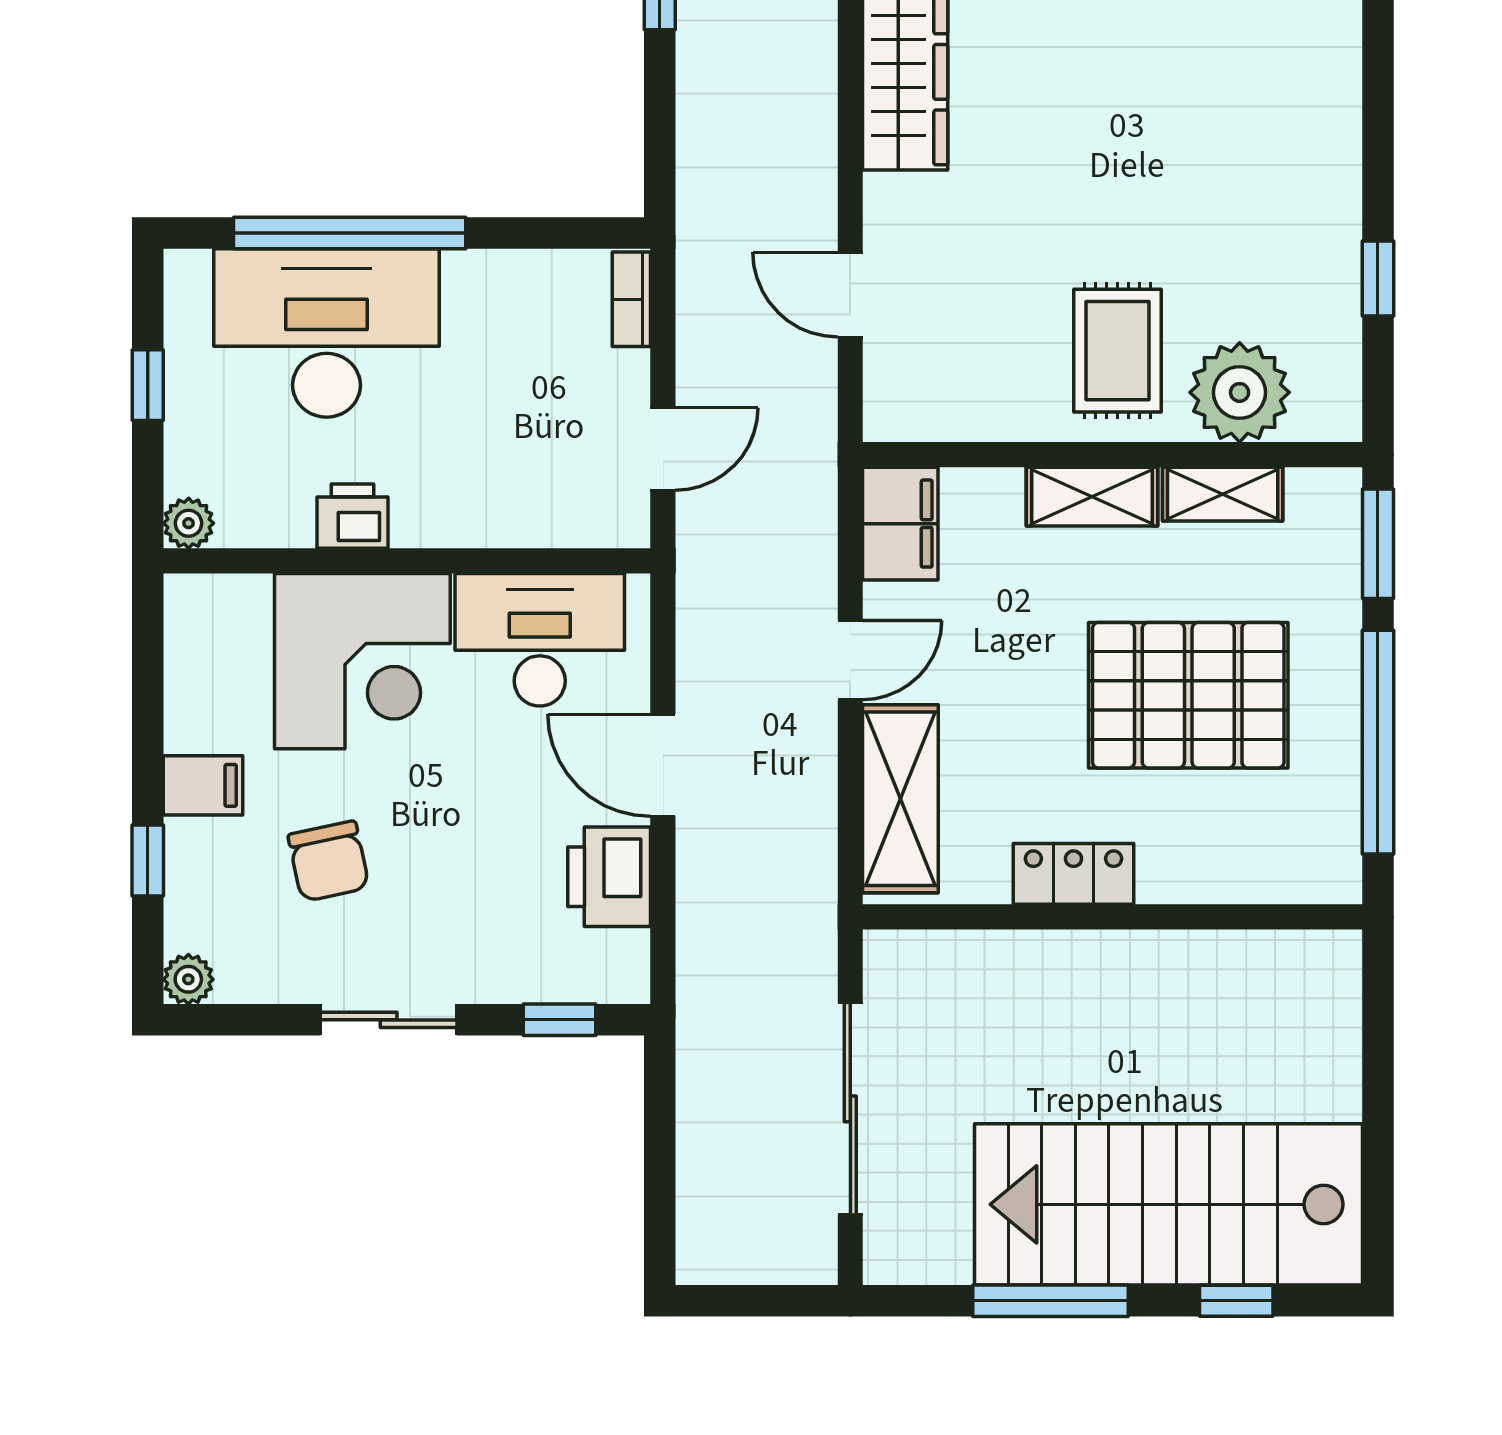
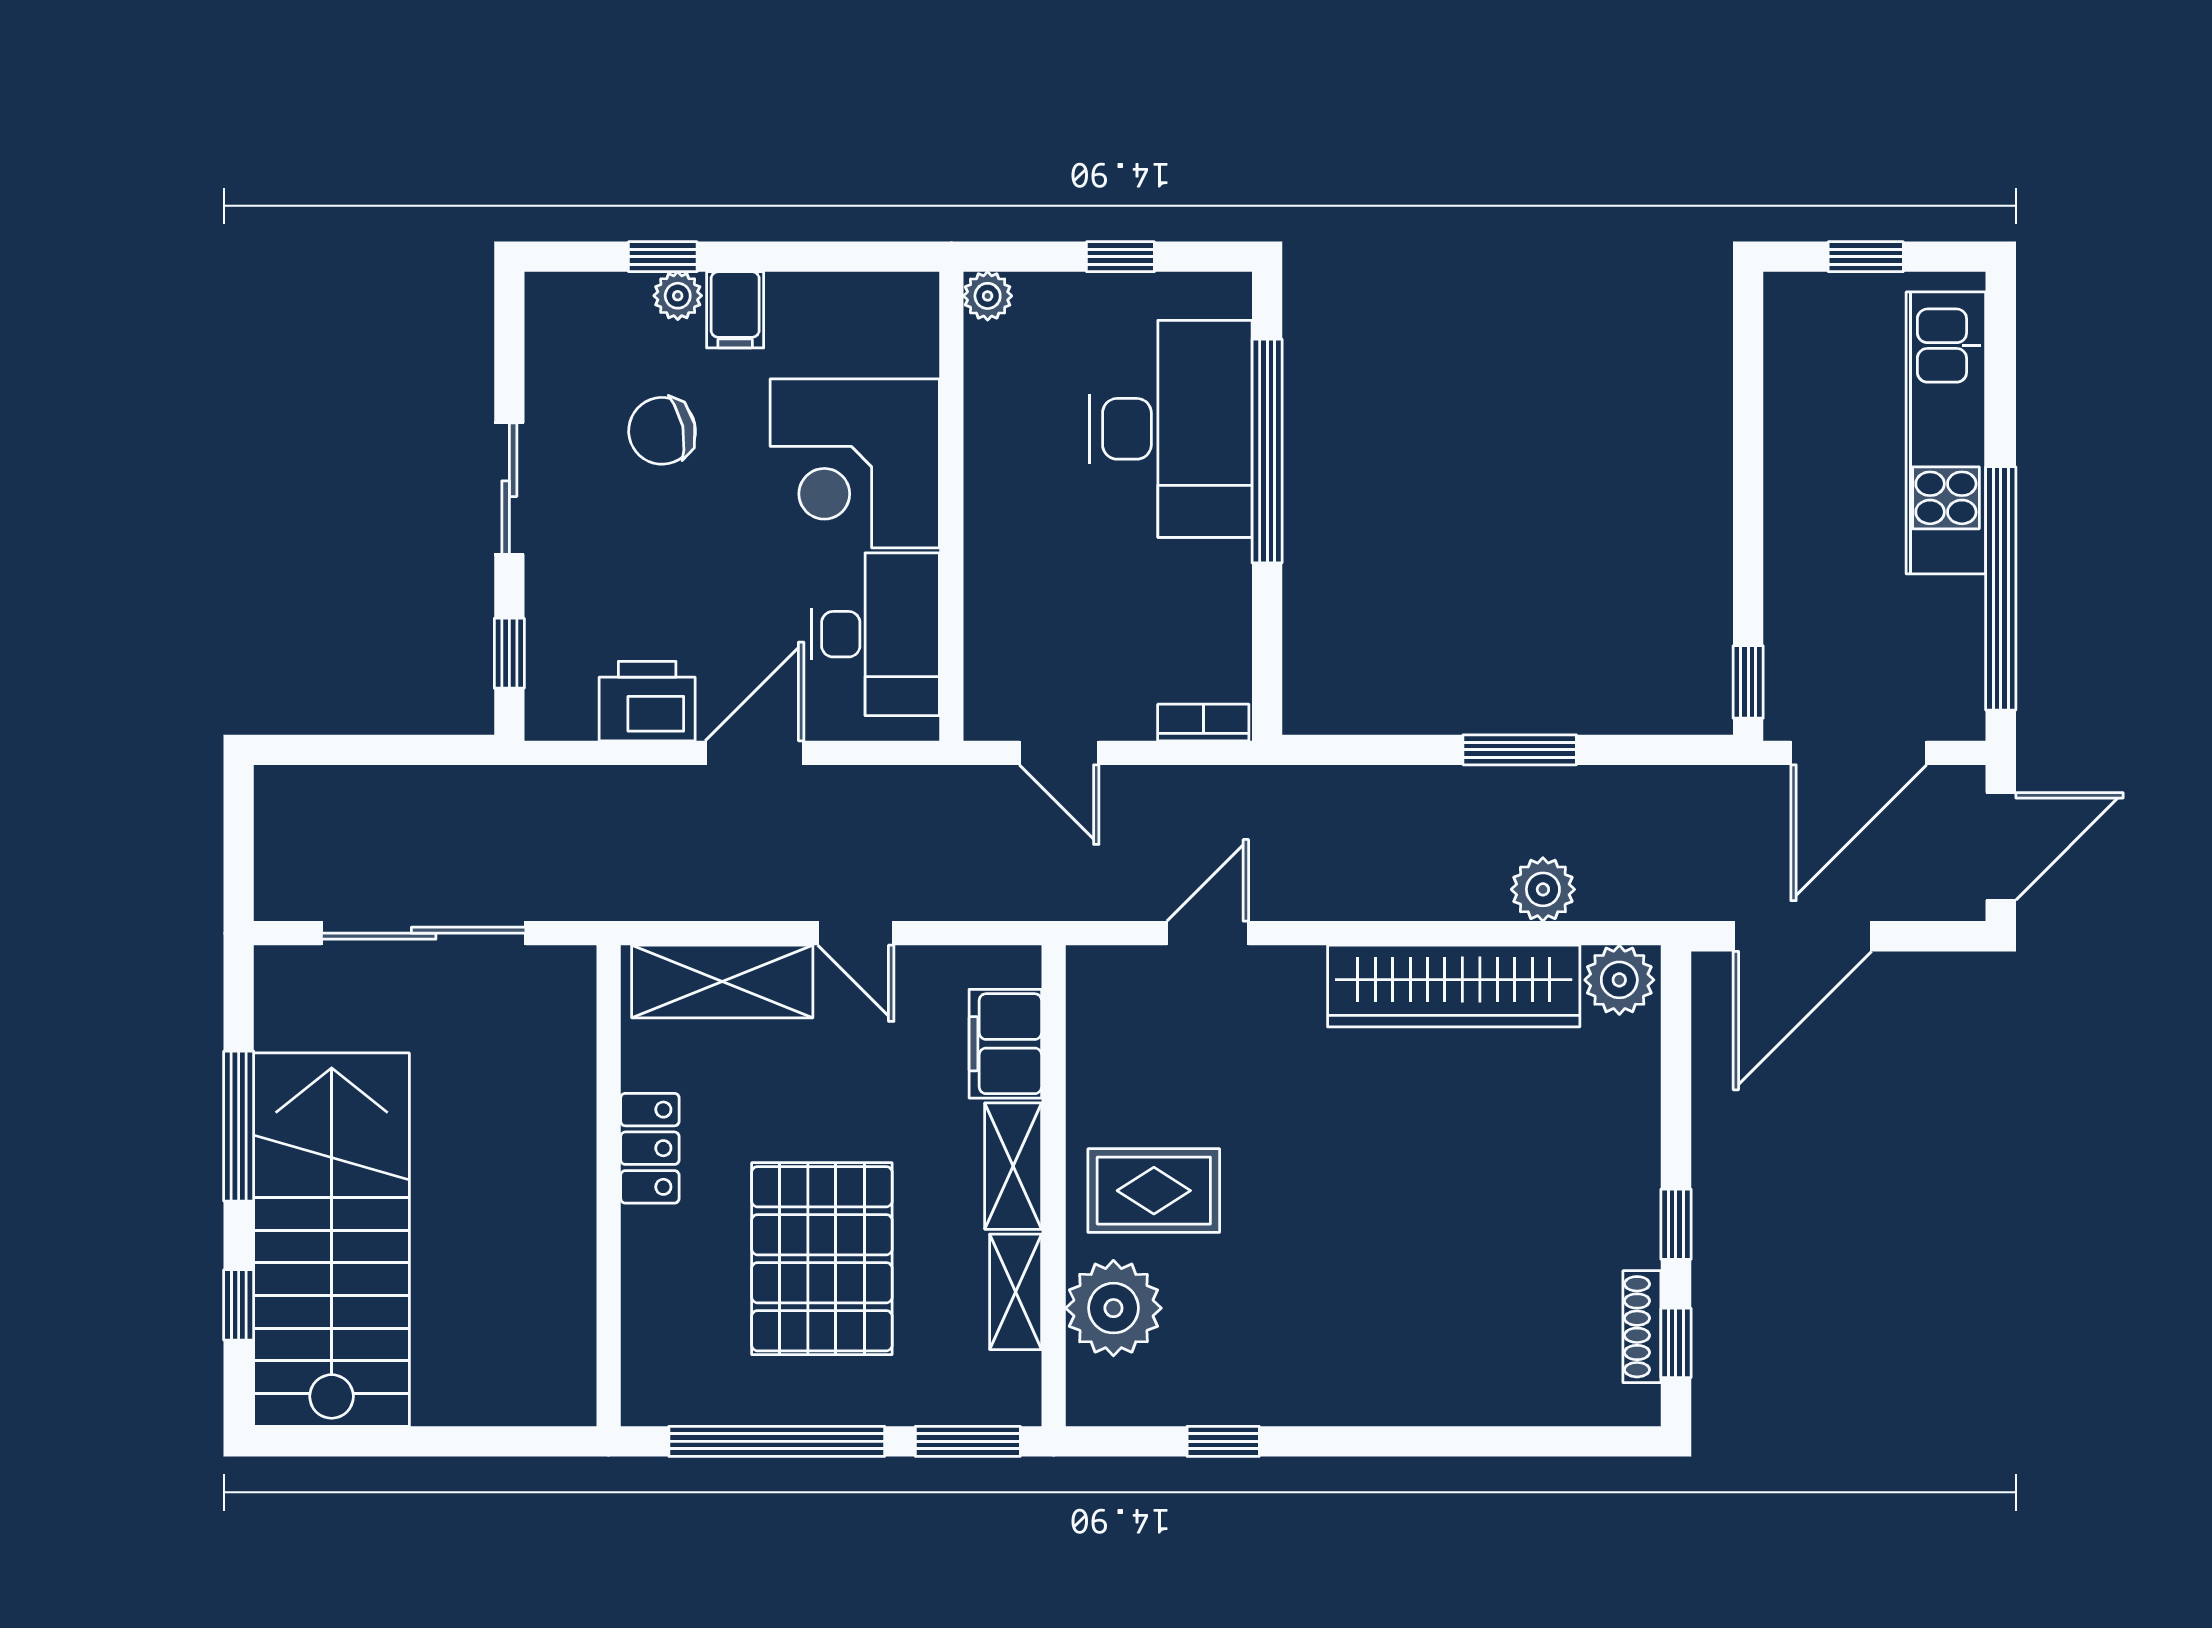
printer: (353, 516) -> (994, 454), removed
filing cabinet: (900, 524) -> (1005, 1044), moved, turned 90
plant: (188, 979) -> (678, 296), moved

